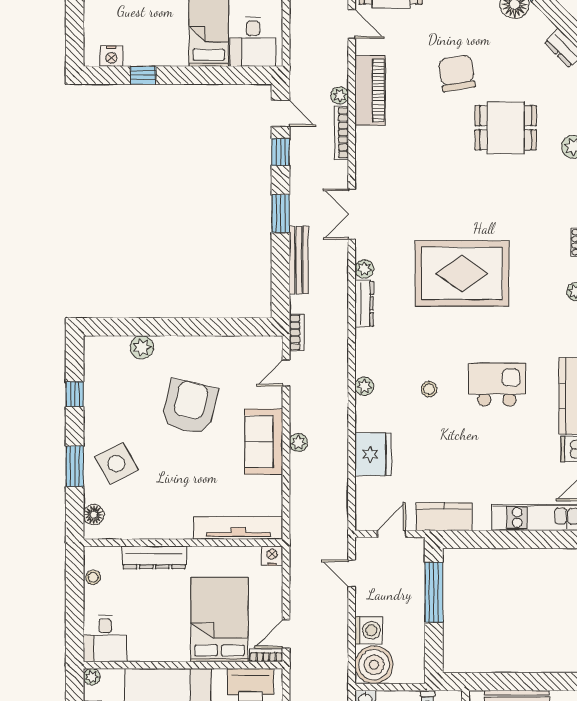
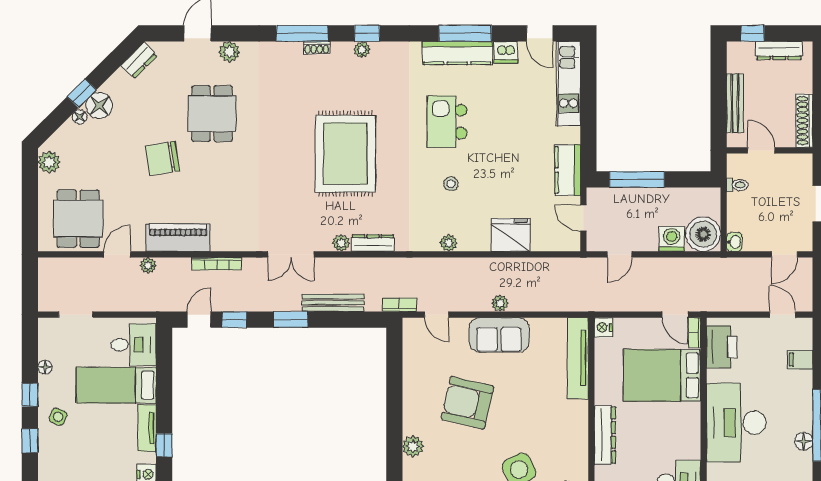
tv unit: (162, 57) -> (147, 428), added
plant: (340, 95) -> (148, 265), moved

